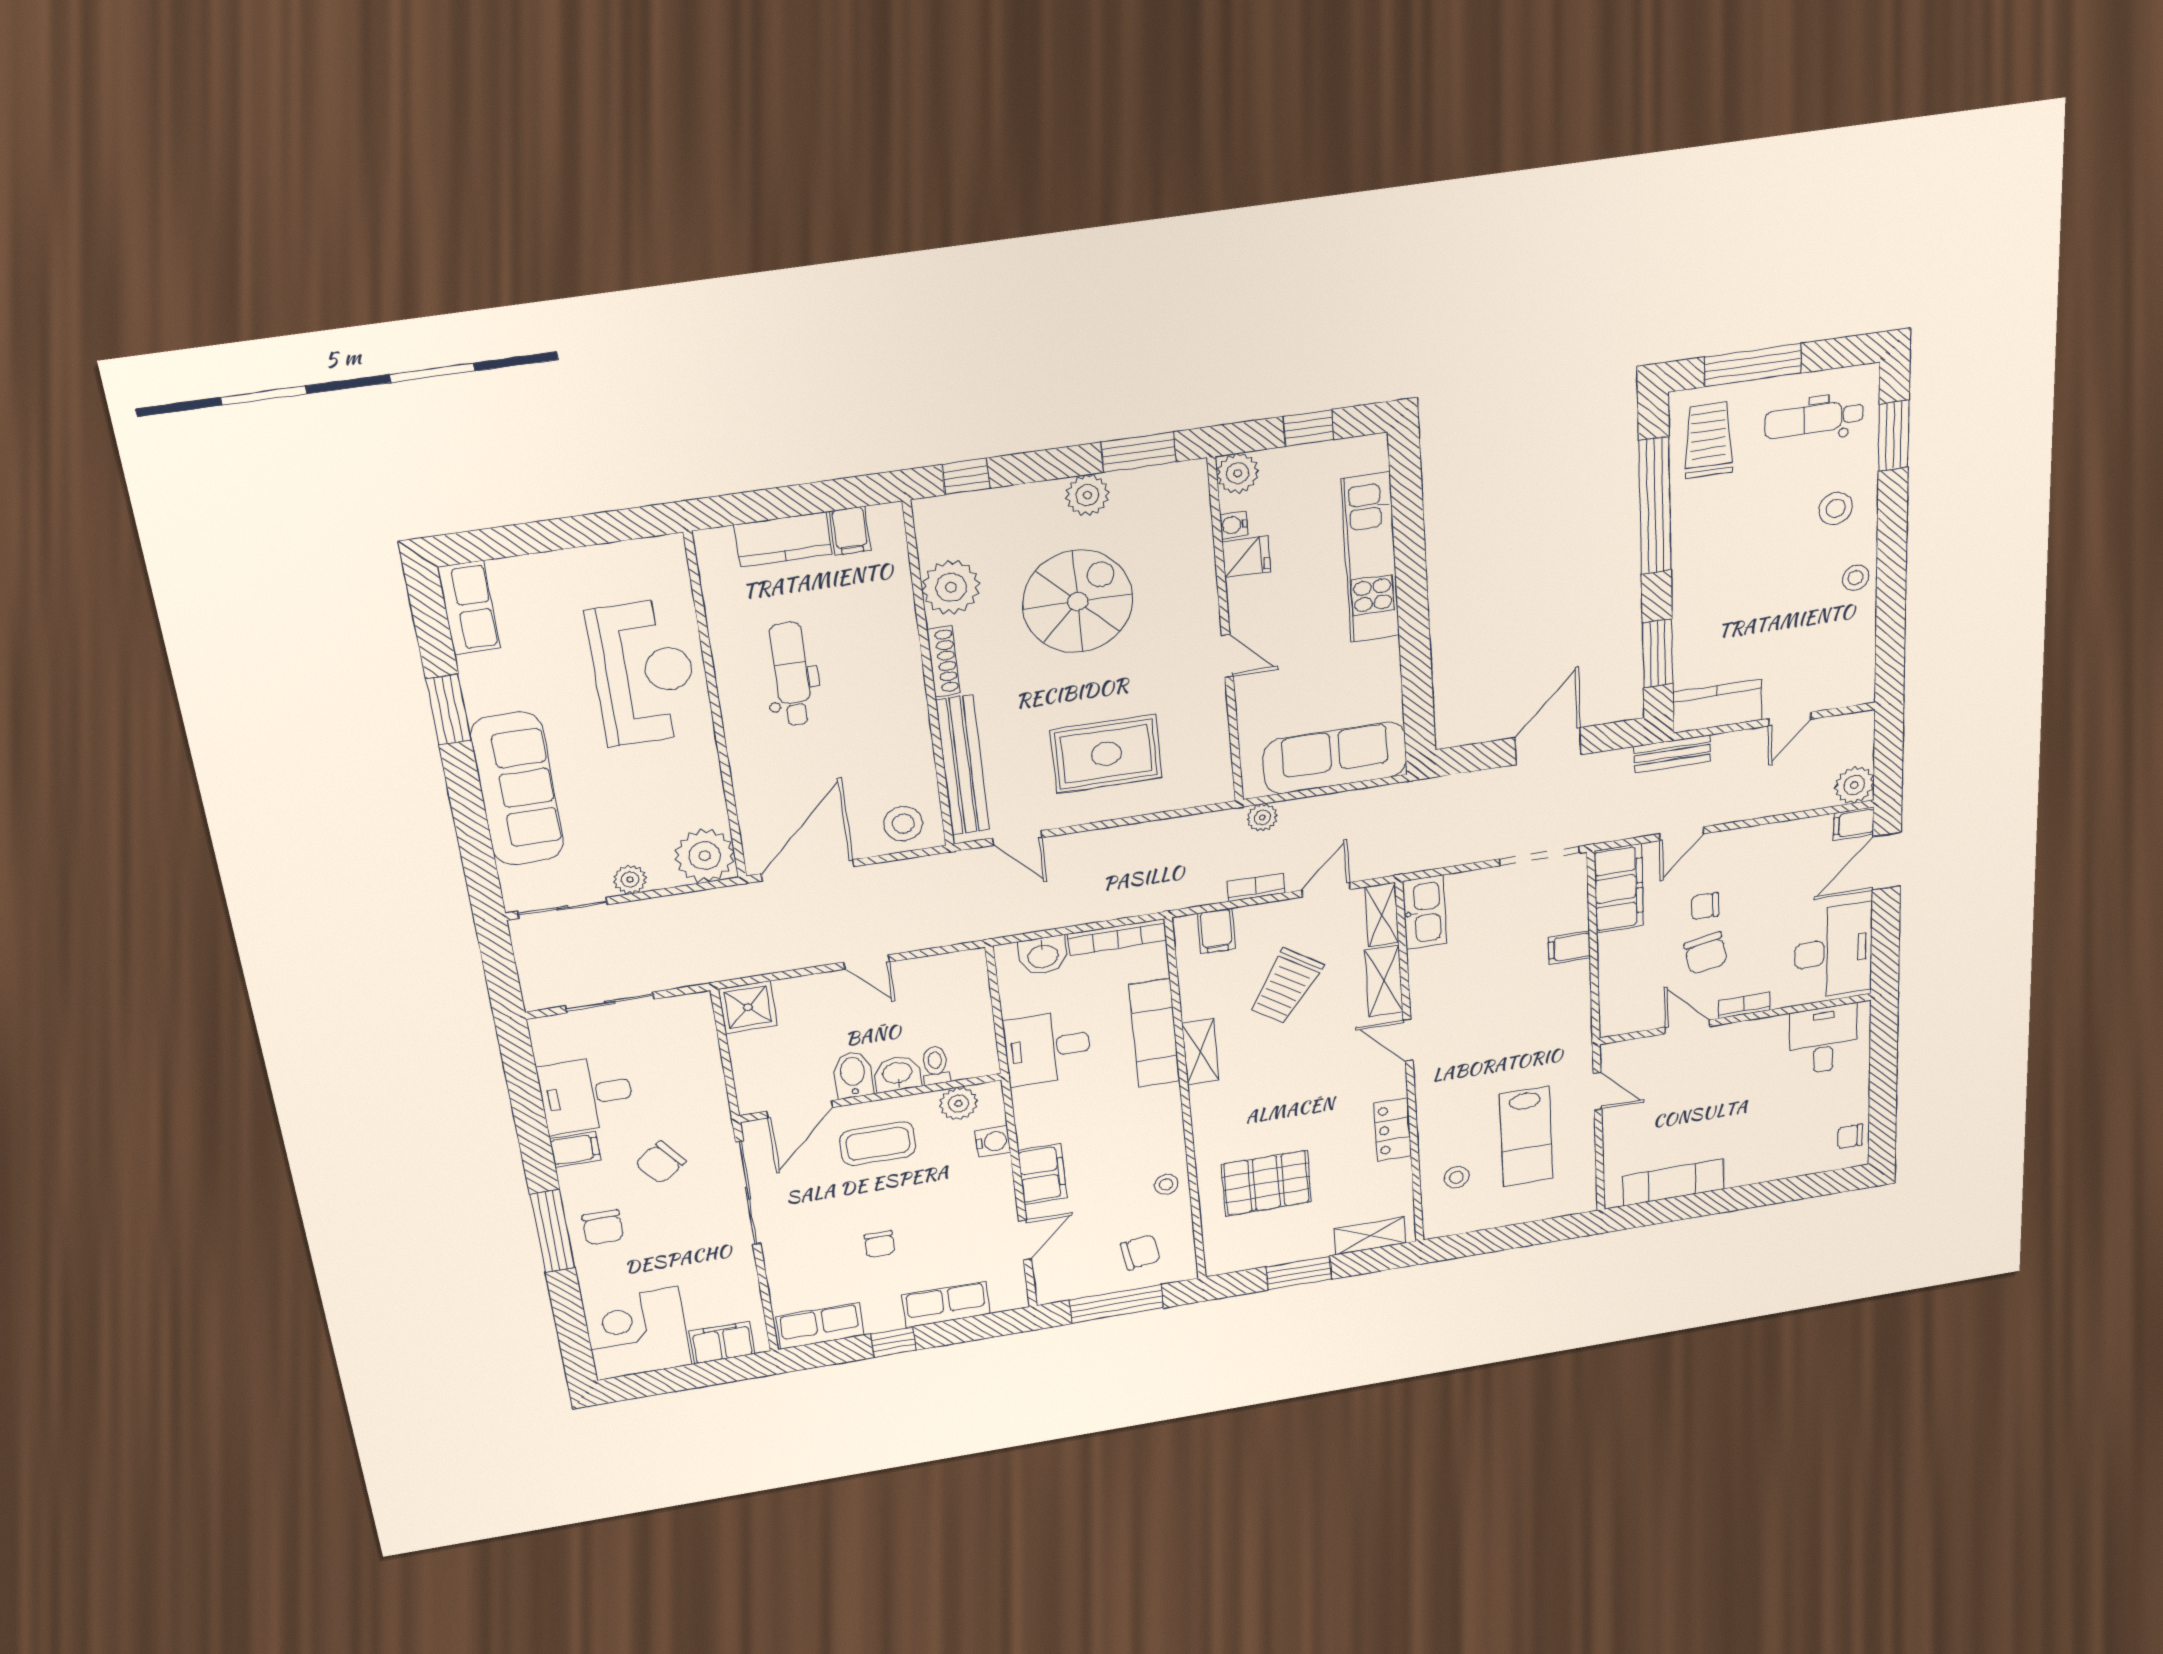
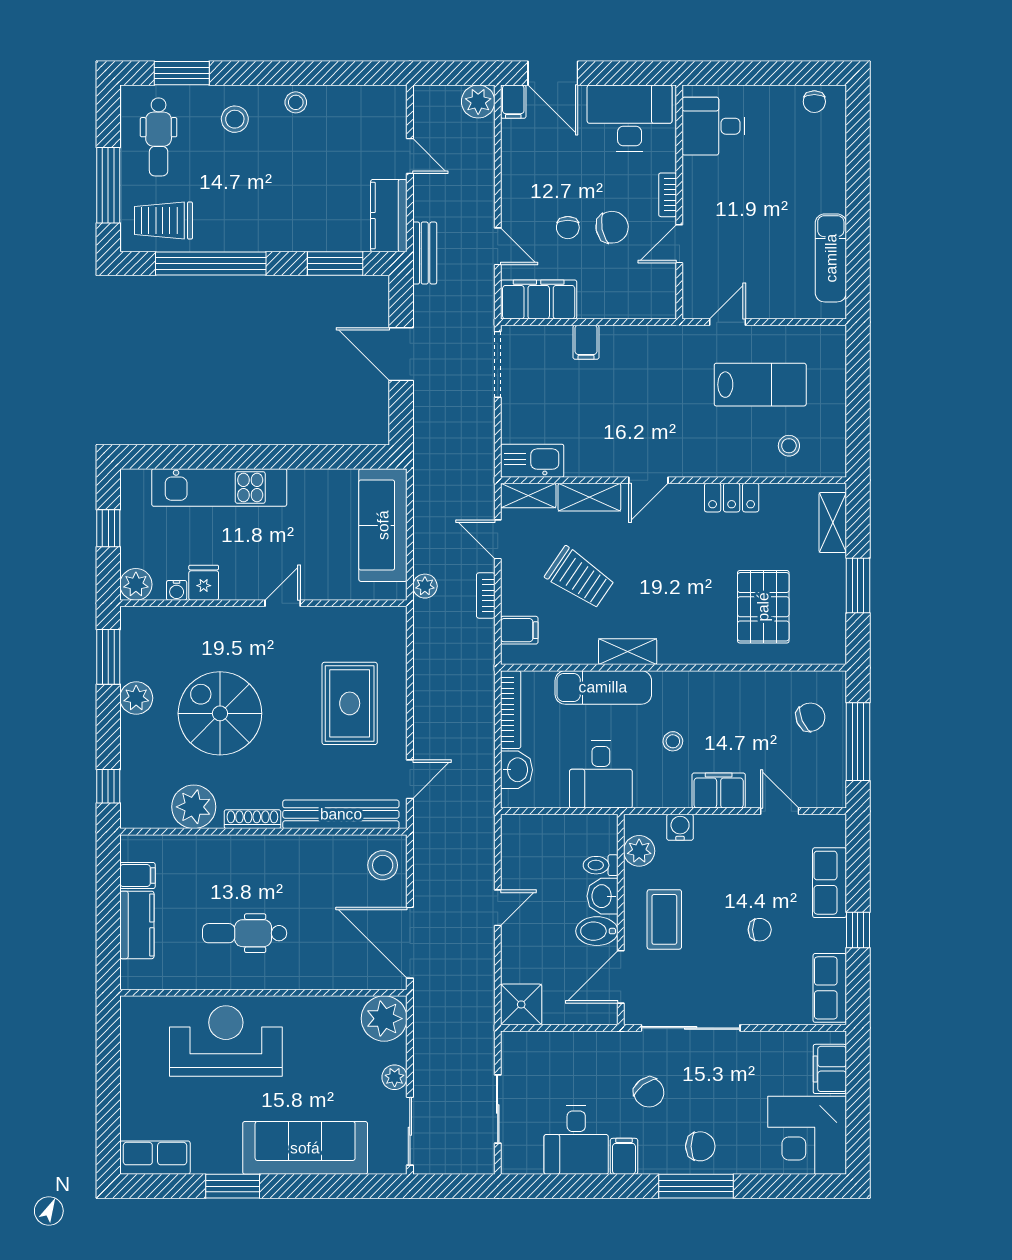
door: (800, 1109) -> (621, 977), swing flipped
stool: (1166, 1184) -> (673, 741), moved
chair: (1140, 1252) -> (810, 717), turned 75

